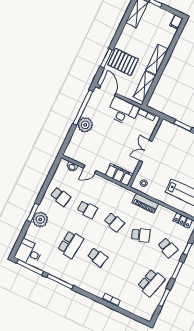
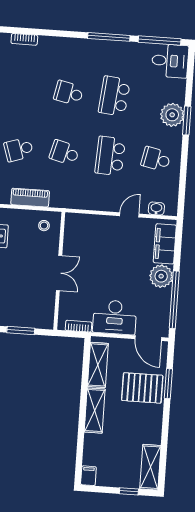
filing cabinet: (119, 175) -> (165, 244), moved, turned 90
school desk: (87, 209) -> (110, 156), width x1.85

